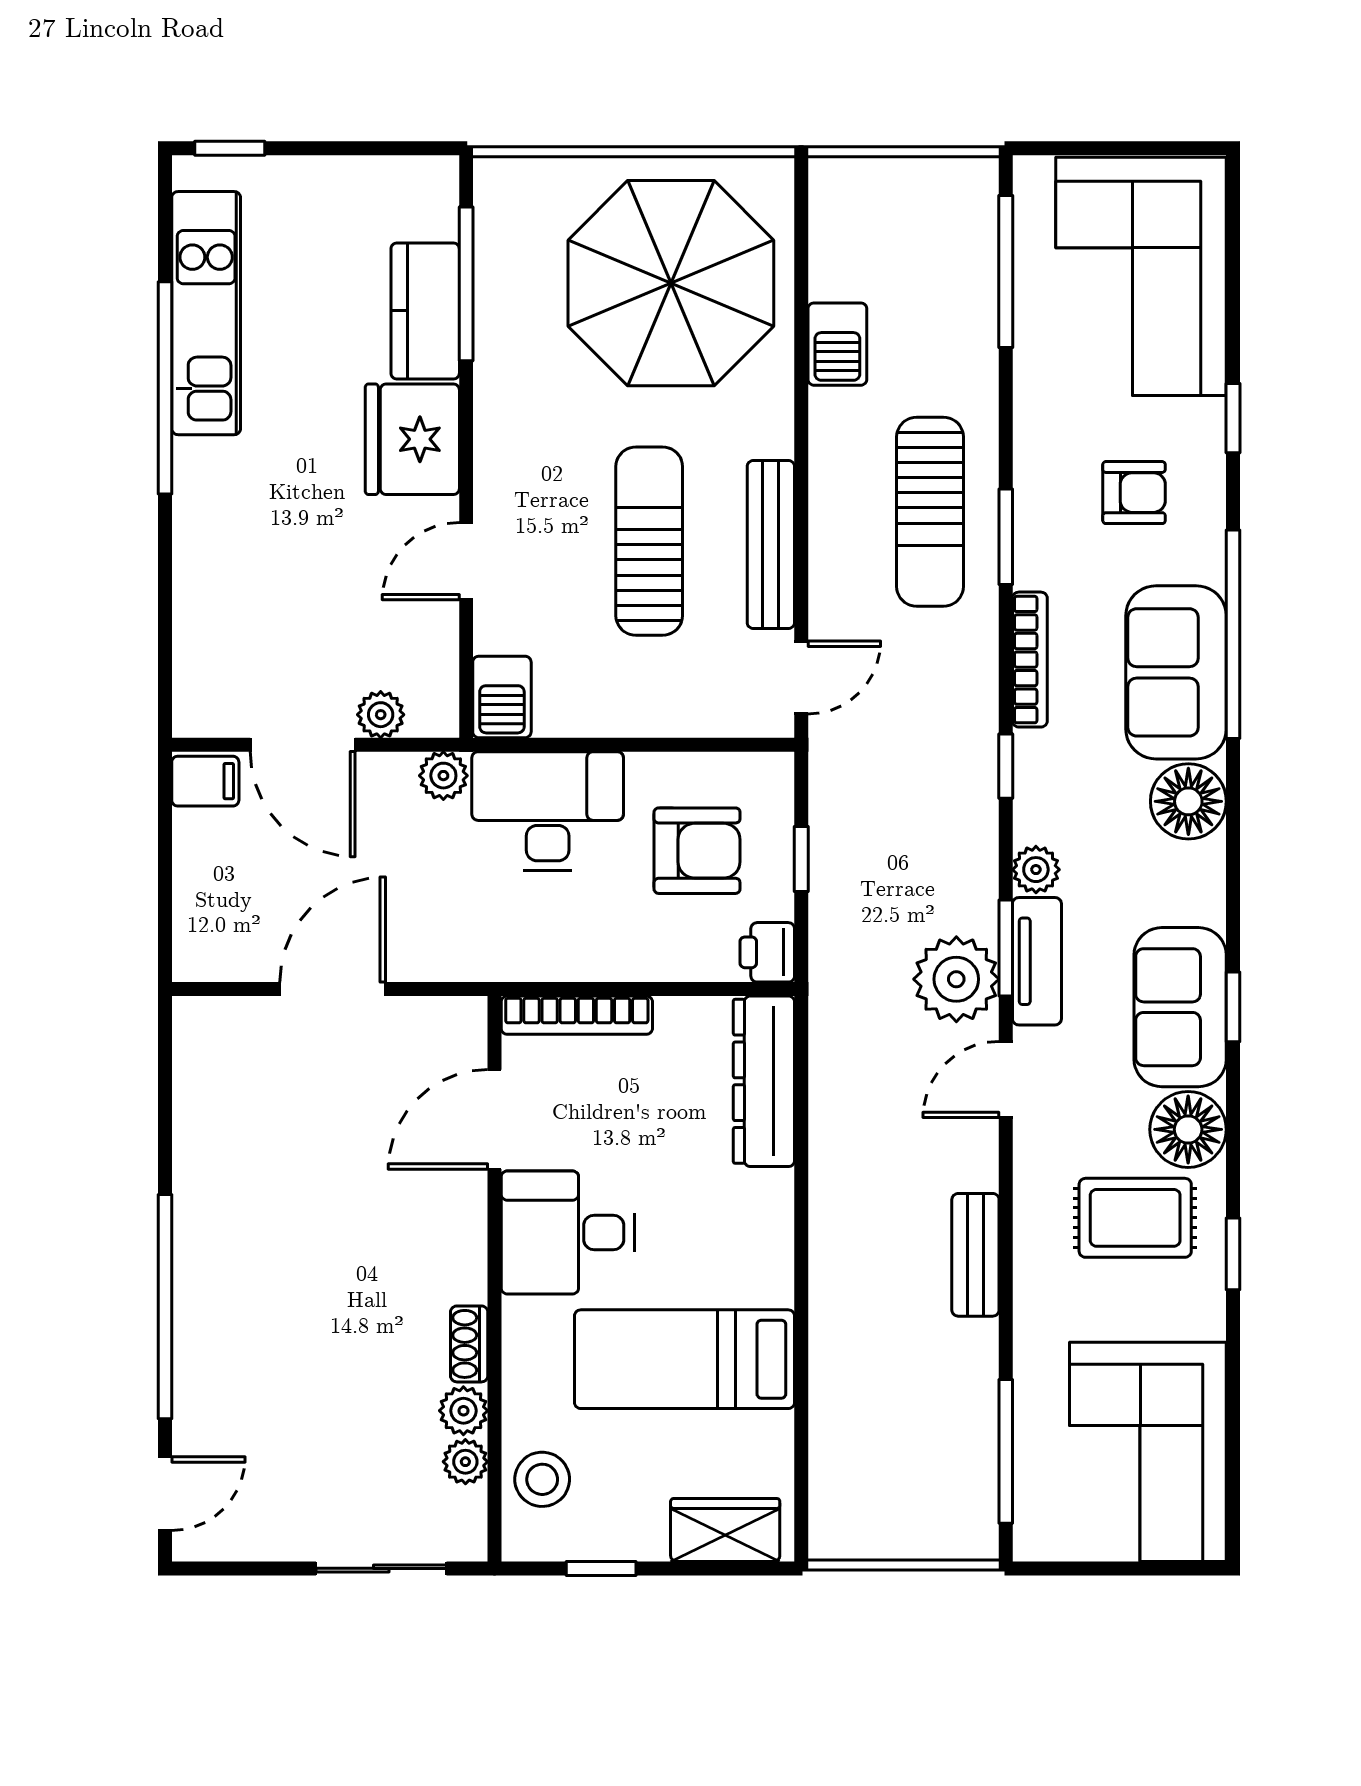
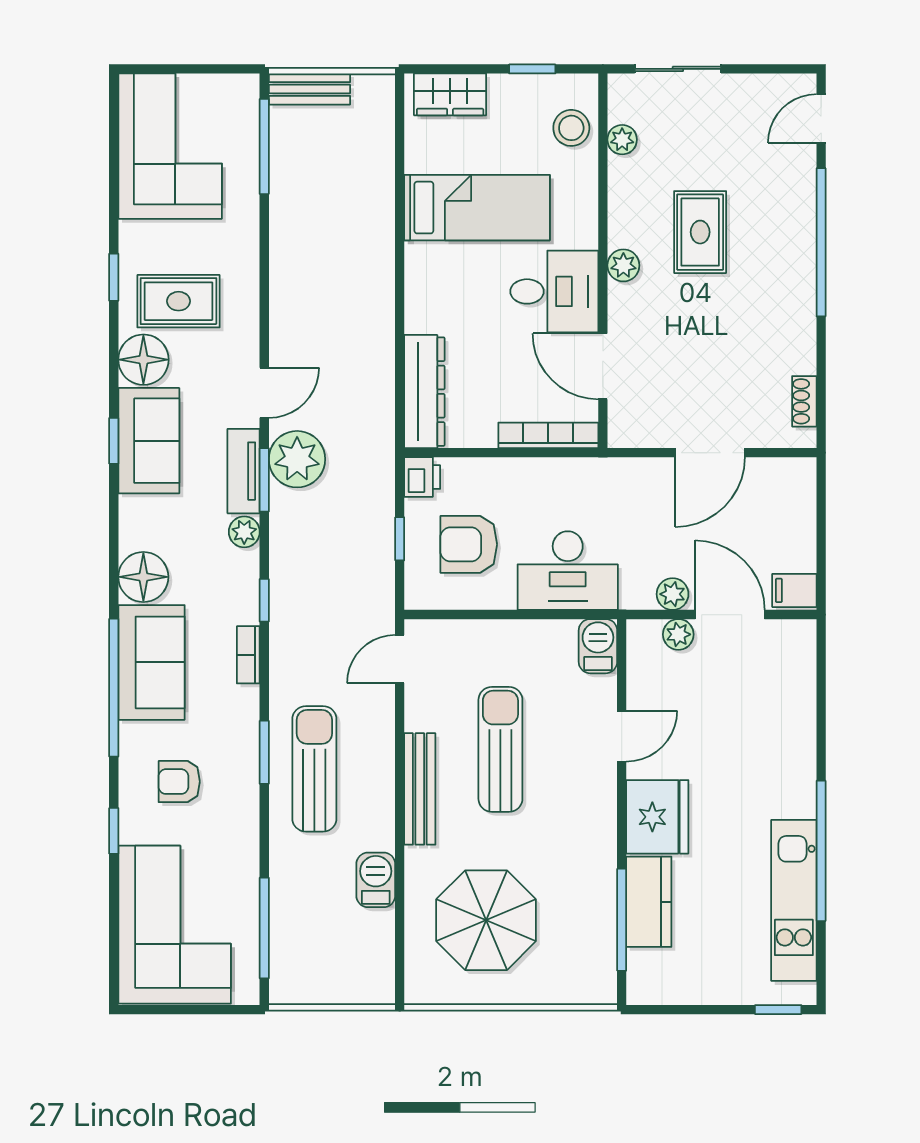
parasol: (671, 283) -> (486, 920), width x0.73, depth x0.73
sun lounger: (649, 541) -> (500, 749), turned 180
bench: (771, 545) -> (420, 789), moved
bookcase: (1030, 660) -> (248, 655), width x0.64
plant: (443, 776) -> (673, 594), moved
door: (494, 1119) -> (603, 366), swing flipped
bench: (975, 1255) -> (309, 89), moved, turned 90
rug: (348, 1322) -> (700, 232), added
shoe rack: (469, 1344) -> (804, 401), moved, turned 180
plant: (463, 1411) -> (623, 265), moved

